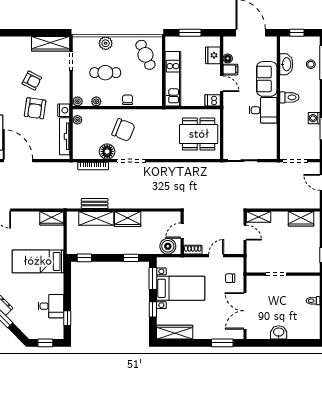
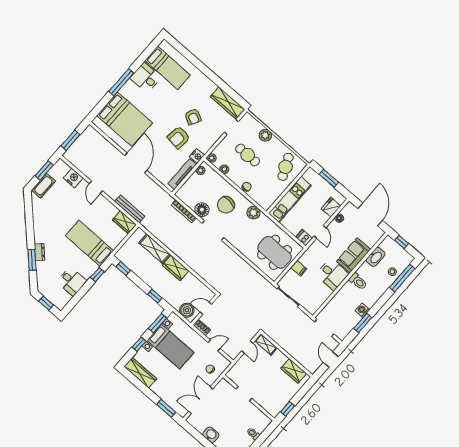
filing cabinet: (230, 70) -> (299, 268), moved
plant: (152, 116) -> (253, 213), added
chair: (123, 130) -> (226, 205), turned 75
bench: (95, 203) -> (130, 209), moved, width x1.36
window: (67, 318) -> (97, 275), moved

